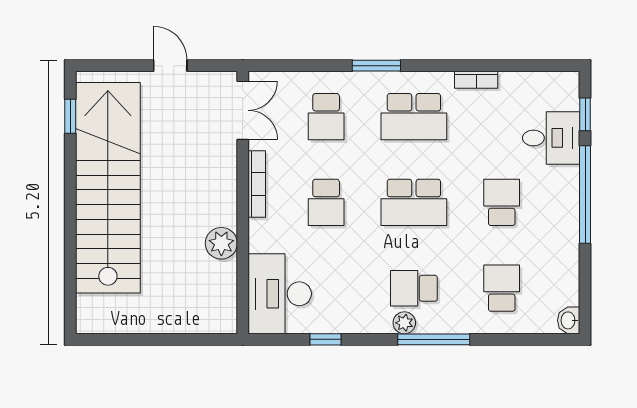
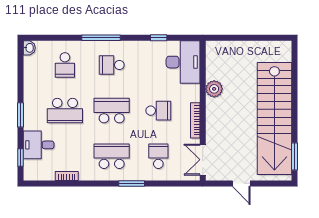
bookcase: (476, 80) -> (67, 176), moved
window: (70, 116) -> (295, 156), width x1.50
window: (585, 194) -> (21, 115), width x0.47
school desk: (326, 202) -> (158, 111), turned 90
school desk: (502, 202) -> (65, 111), width x1.85
school desk: (414, 288) -> (112, 65), turned 180
plant: (404, 323) -> (117, 47), removed

